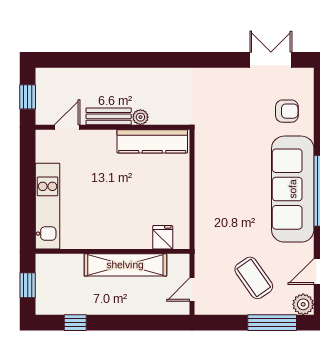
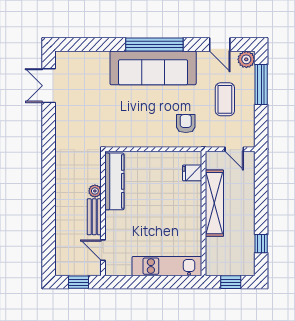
armchair: (287, 111) -> (186, 124), moved
coffee table: (254, 278) -> (225, 99), turned -55

